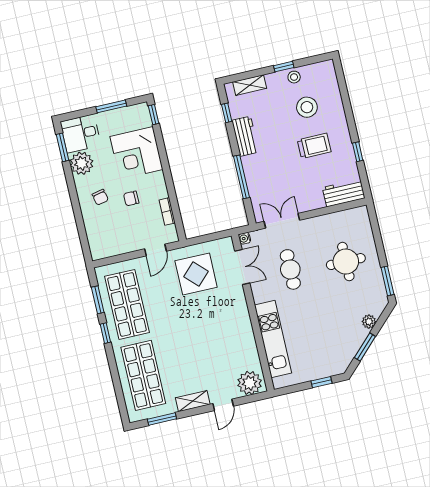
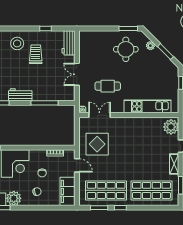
stool: (307, 107) -> (17, 43), moved
double door: (282, 221) -> (77, 74), moved
filing cabinet: (112, 245) -> (67, 191), added
round table: (346, 262) -> (126, 49), moved

